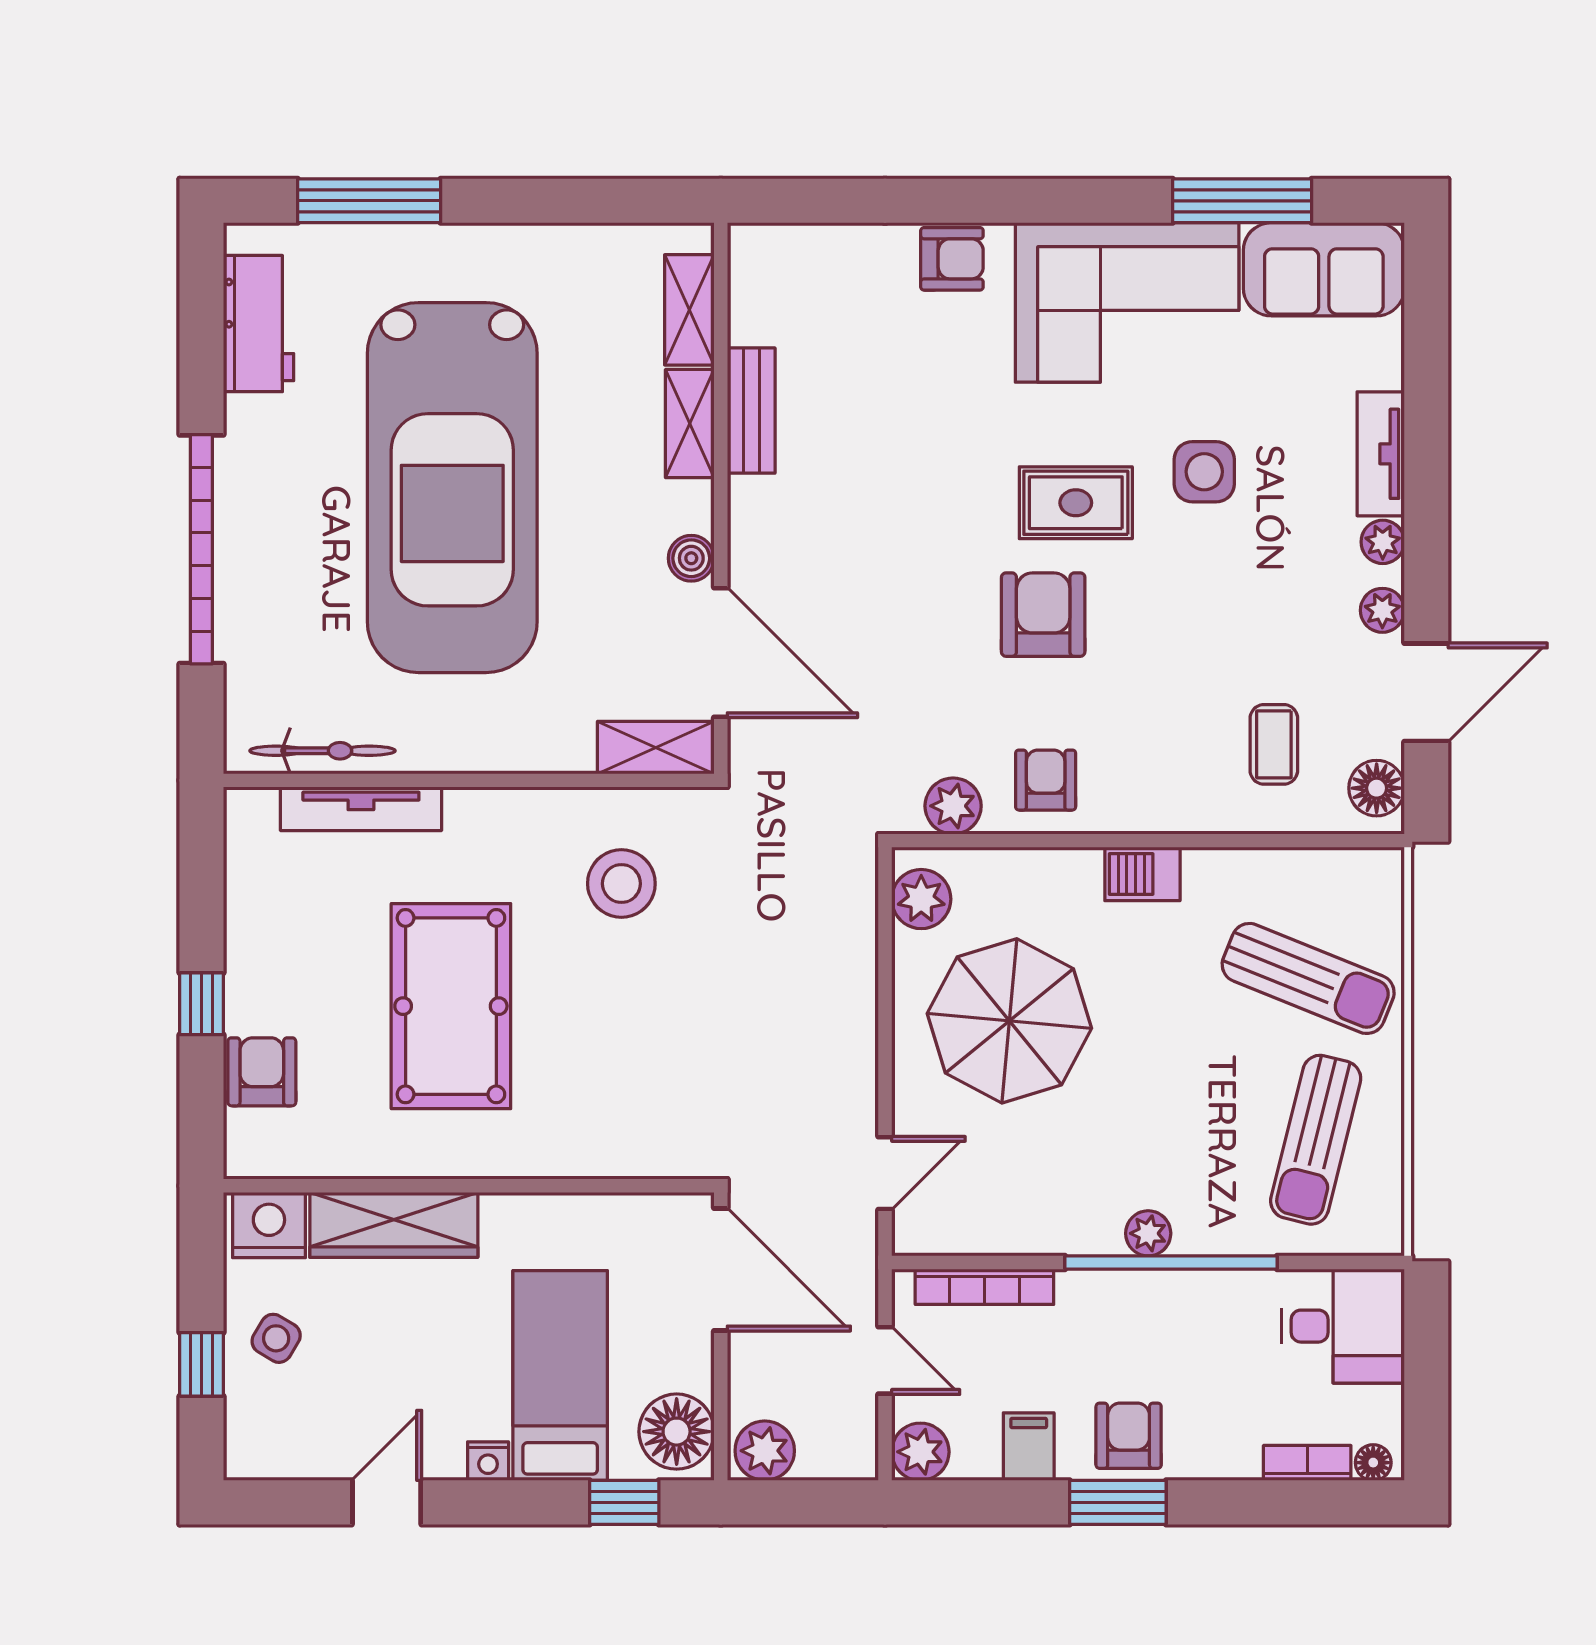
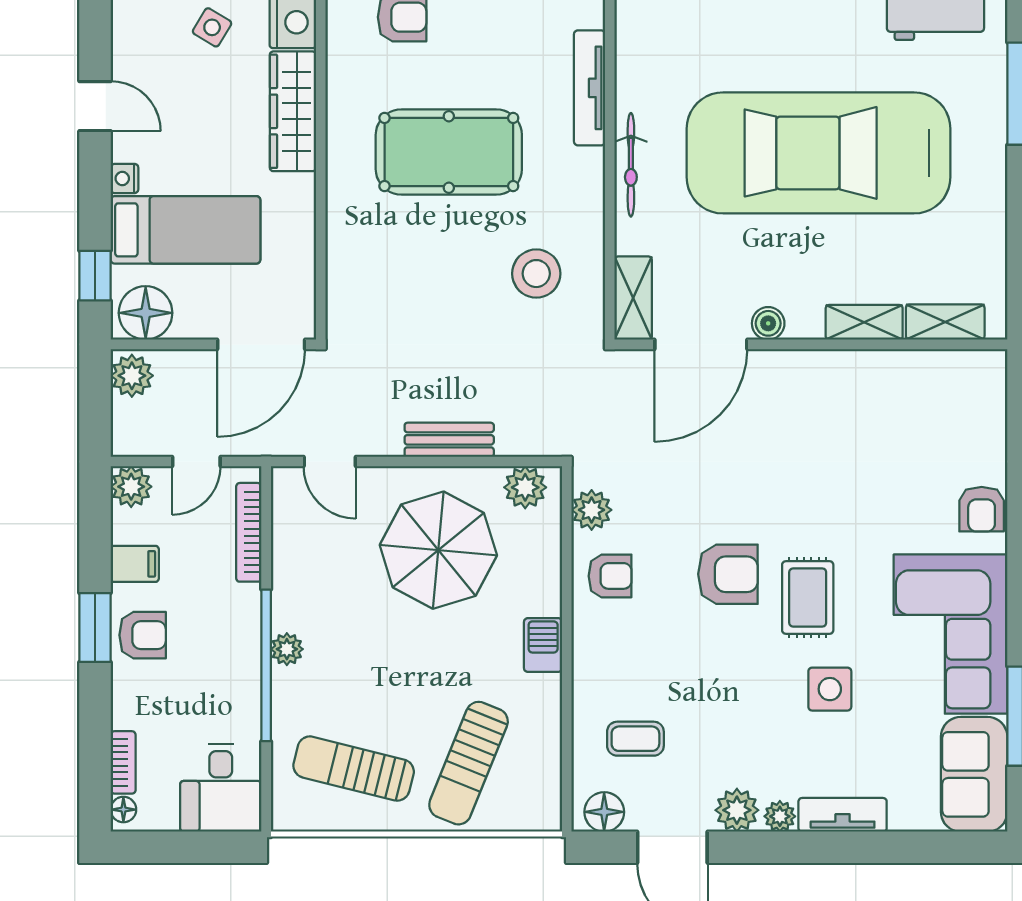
bench: (751, 411) -> (449, 440), moved
plant: (1382, 610) -> (737, 810), width x1.38, depth x1.38
bicycle: (322, 751) -> (631, 165), moved

